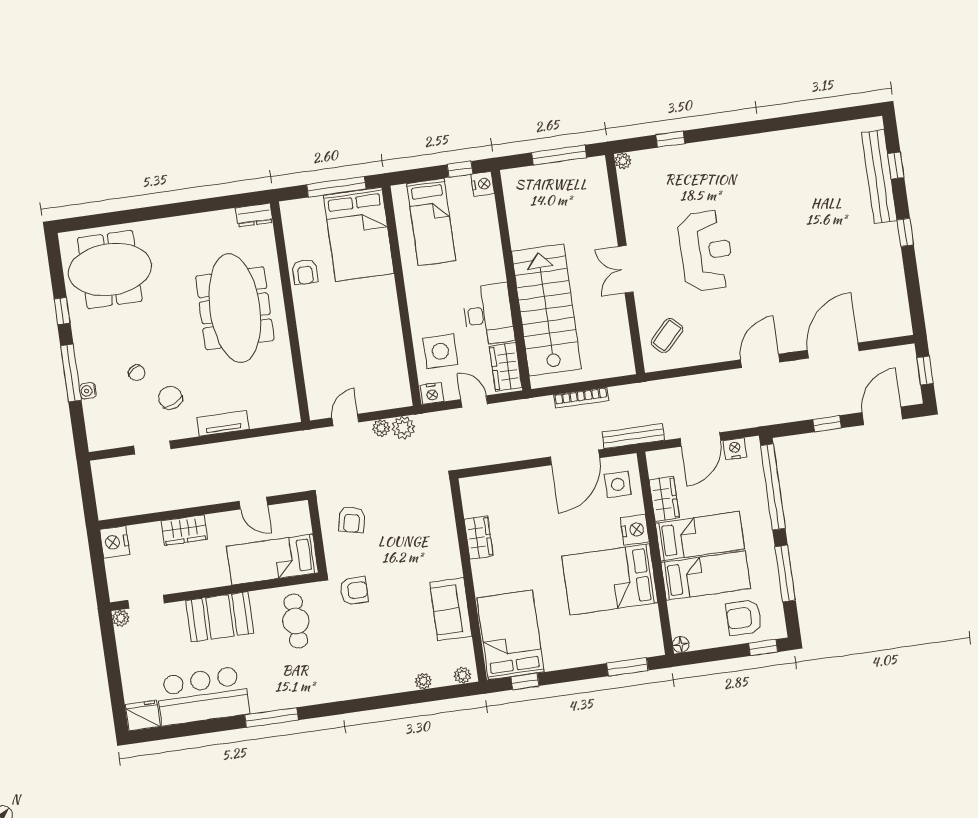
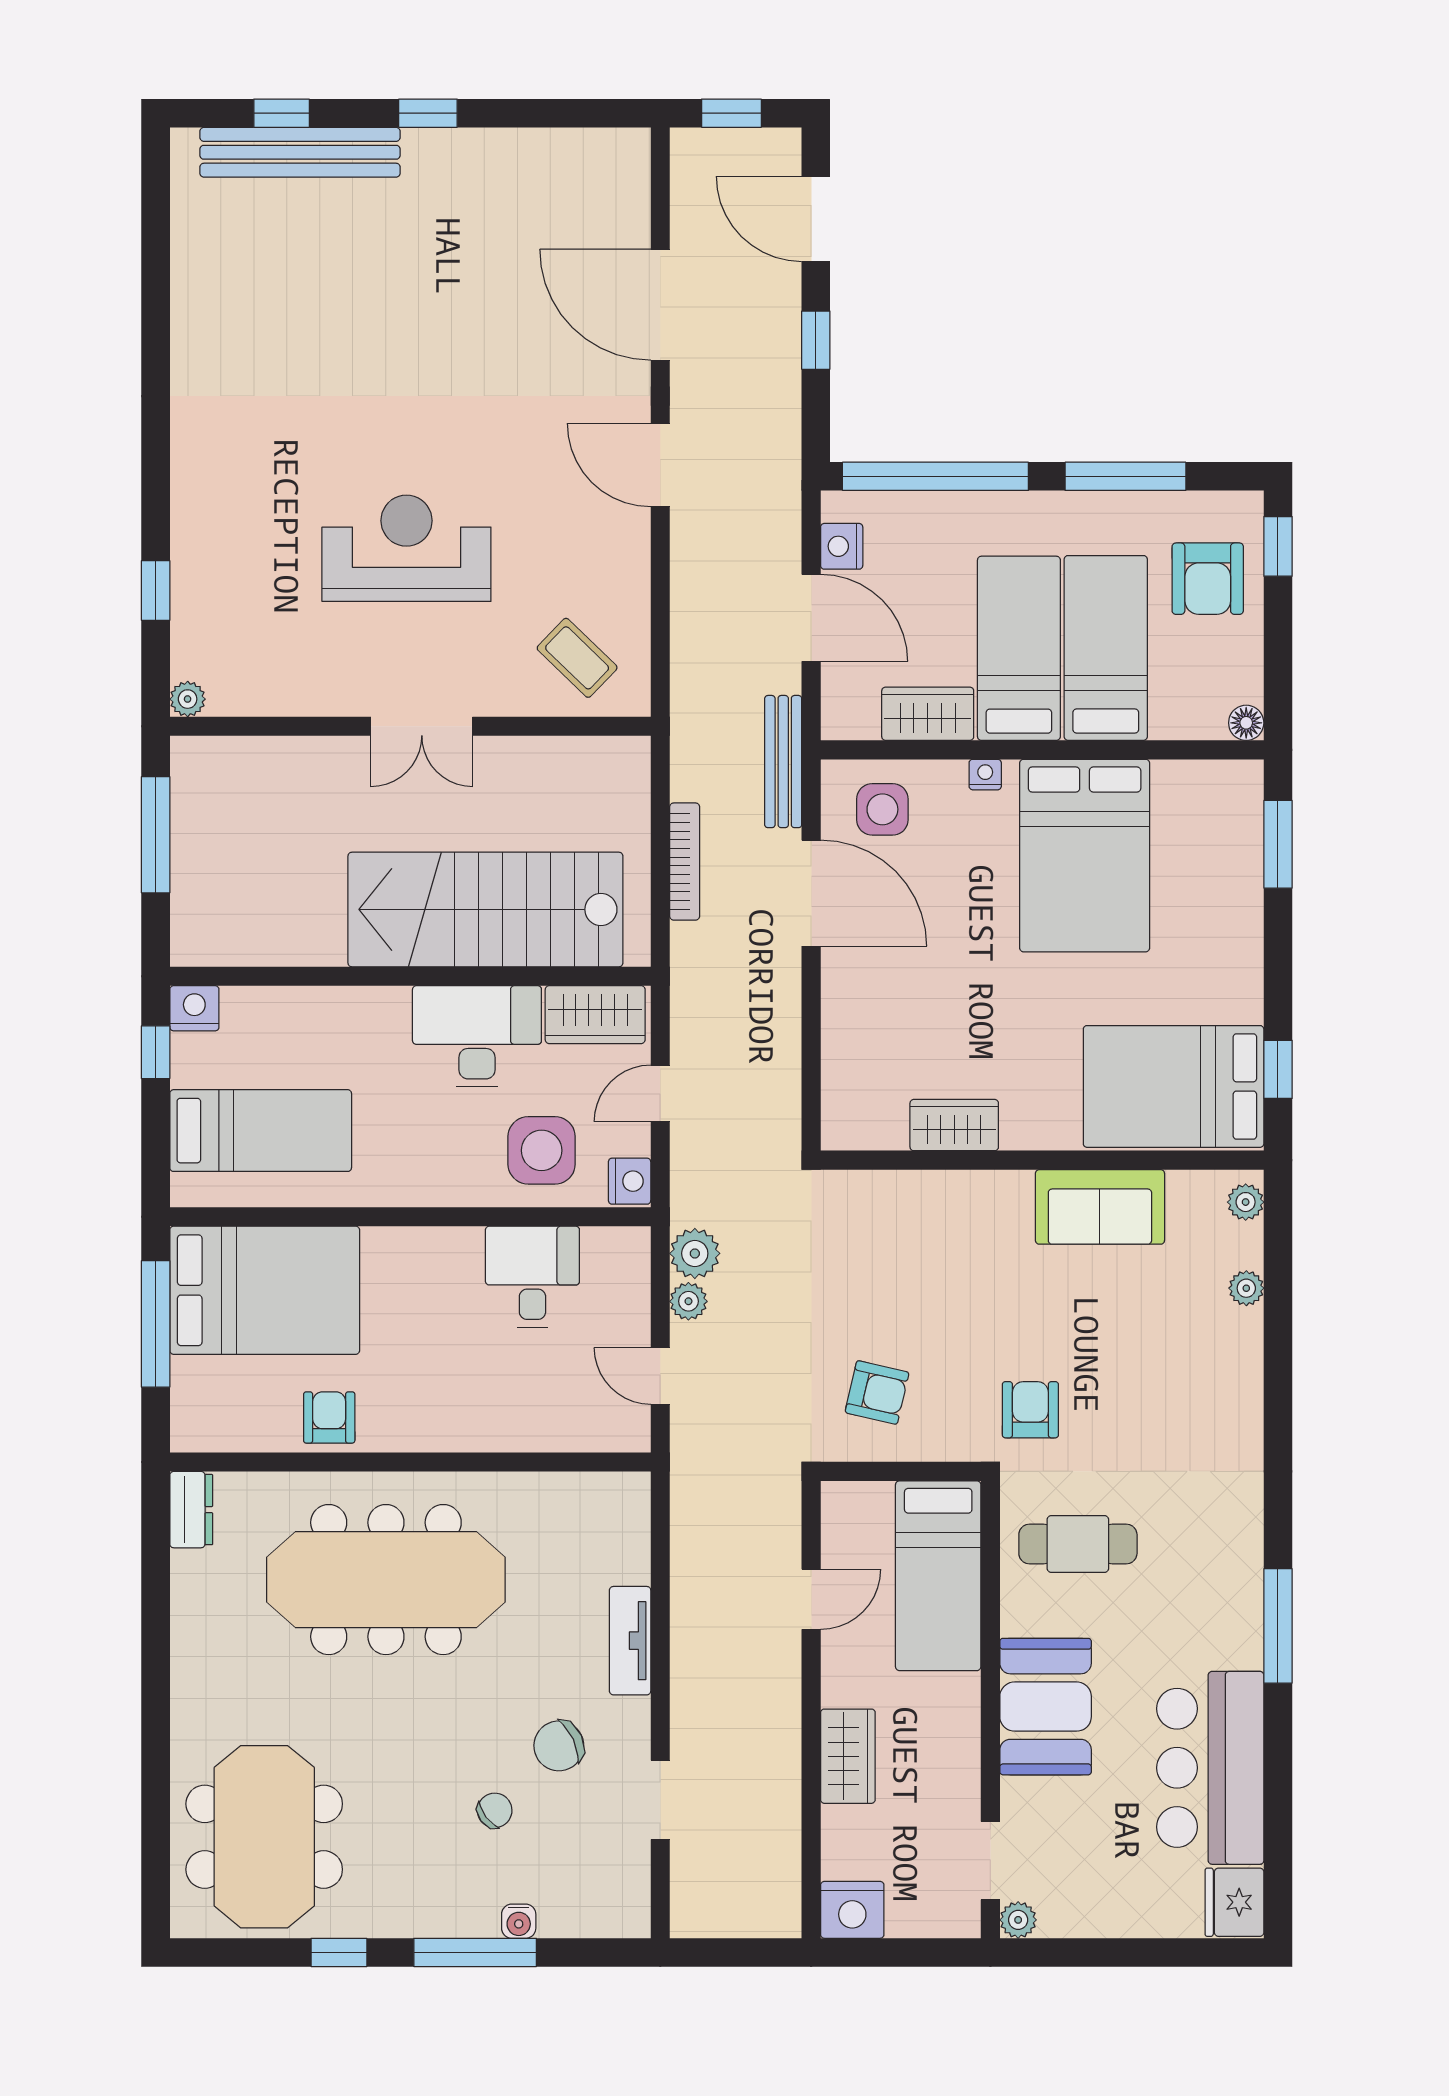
armchair: (305, 272) -> (329, 1417), turned -90
desk: (382, 355) -> (532, 1277), added
nightstand: (635, 530) -> (985, 775), width x0.53, depth x0.56

